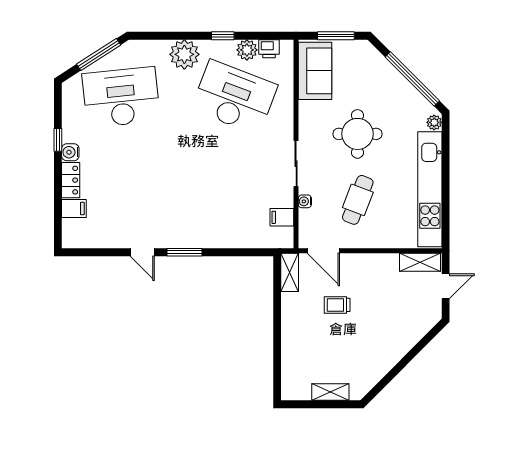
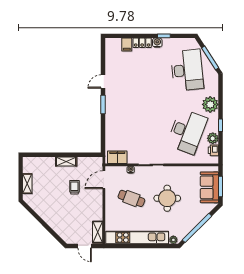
sofa: (315, 71) -> (209, 187), moved, turned 90
filing cabinet: (282, 217) -> (117, 157), width x2.00
shelving: (290, 272) -> (66, 161), moved

